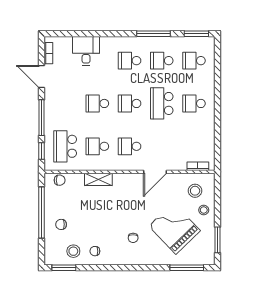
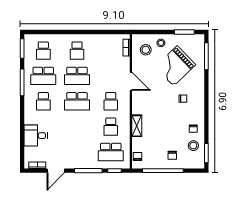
school desk: (162, 61) -> (43, 76), width x1.85
school desk: (97, 103) -> (77, 127), removed
school desk: (130, 103) -> (77, 101), width x1.85

